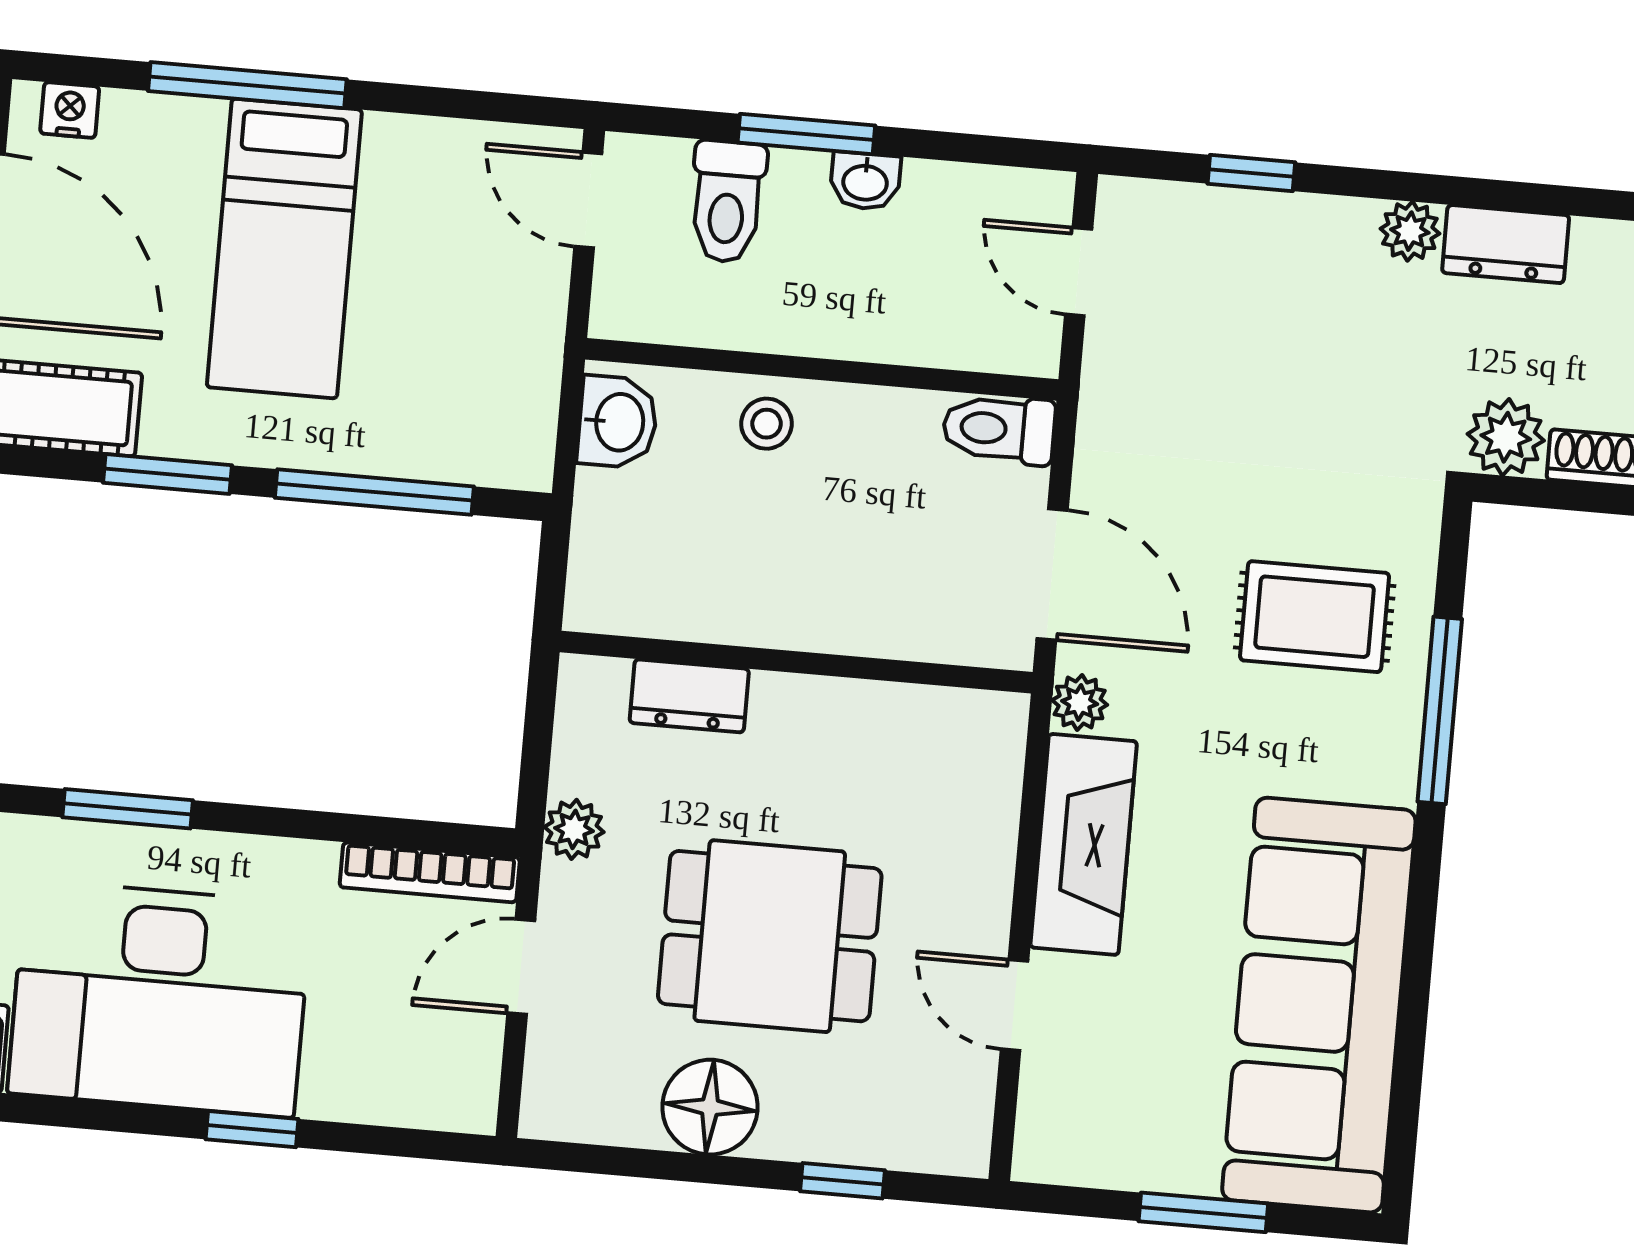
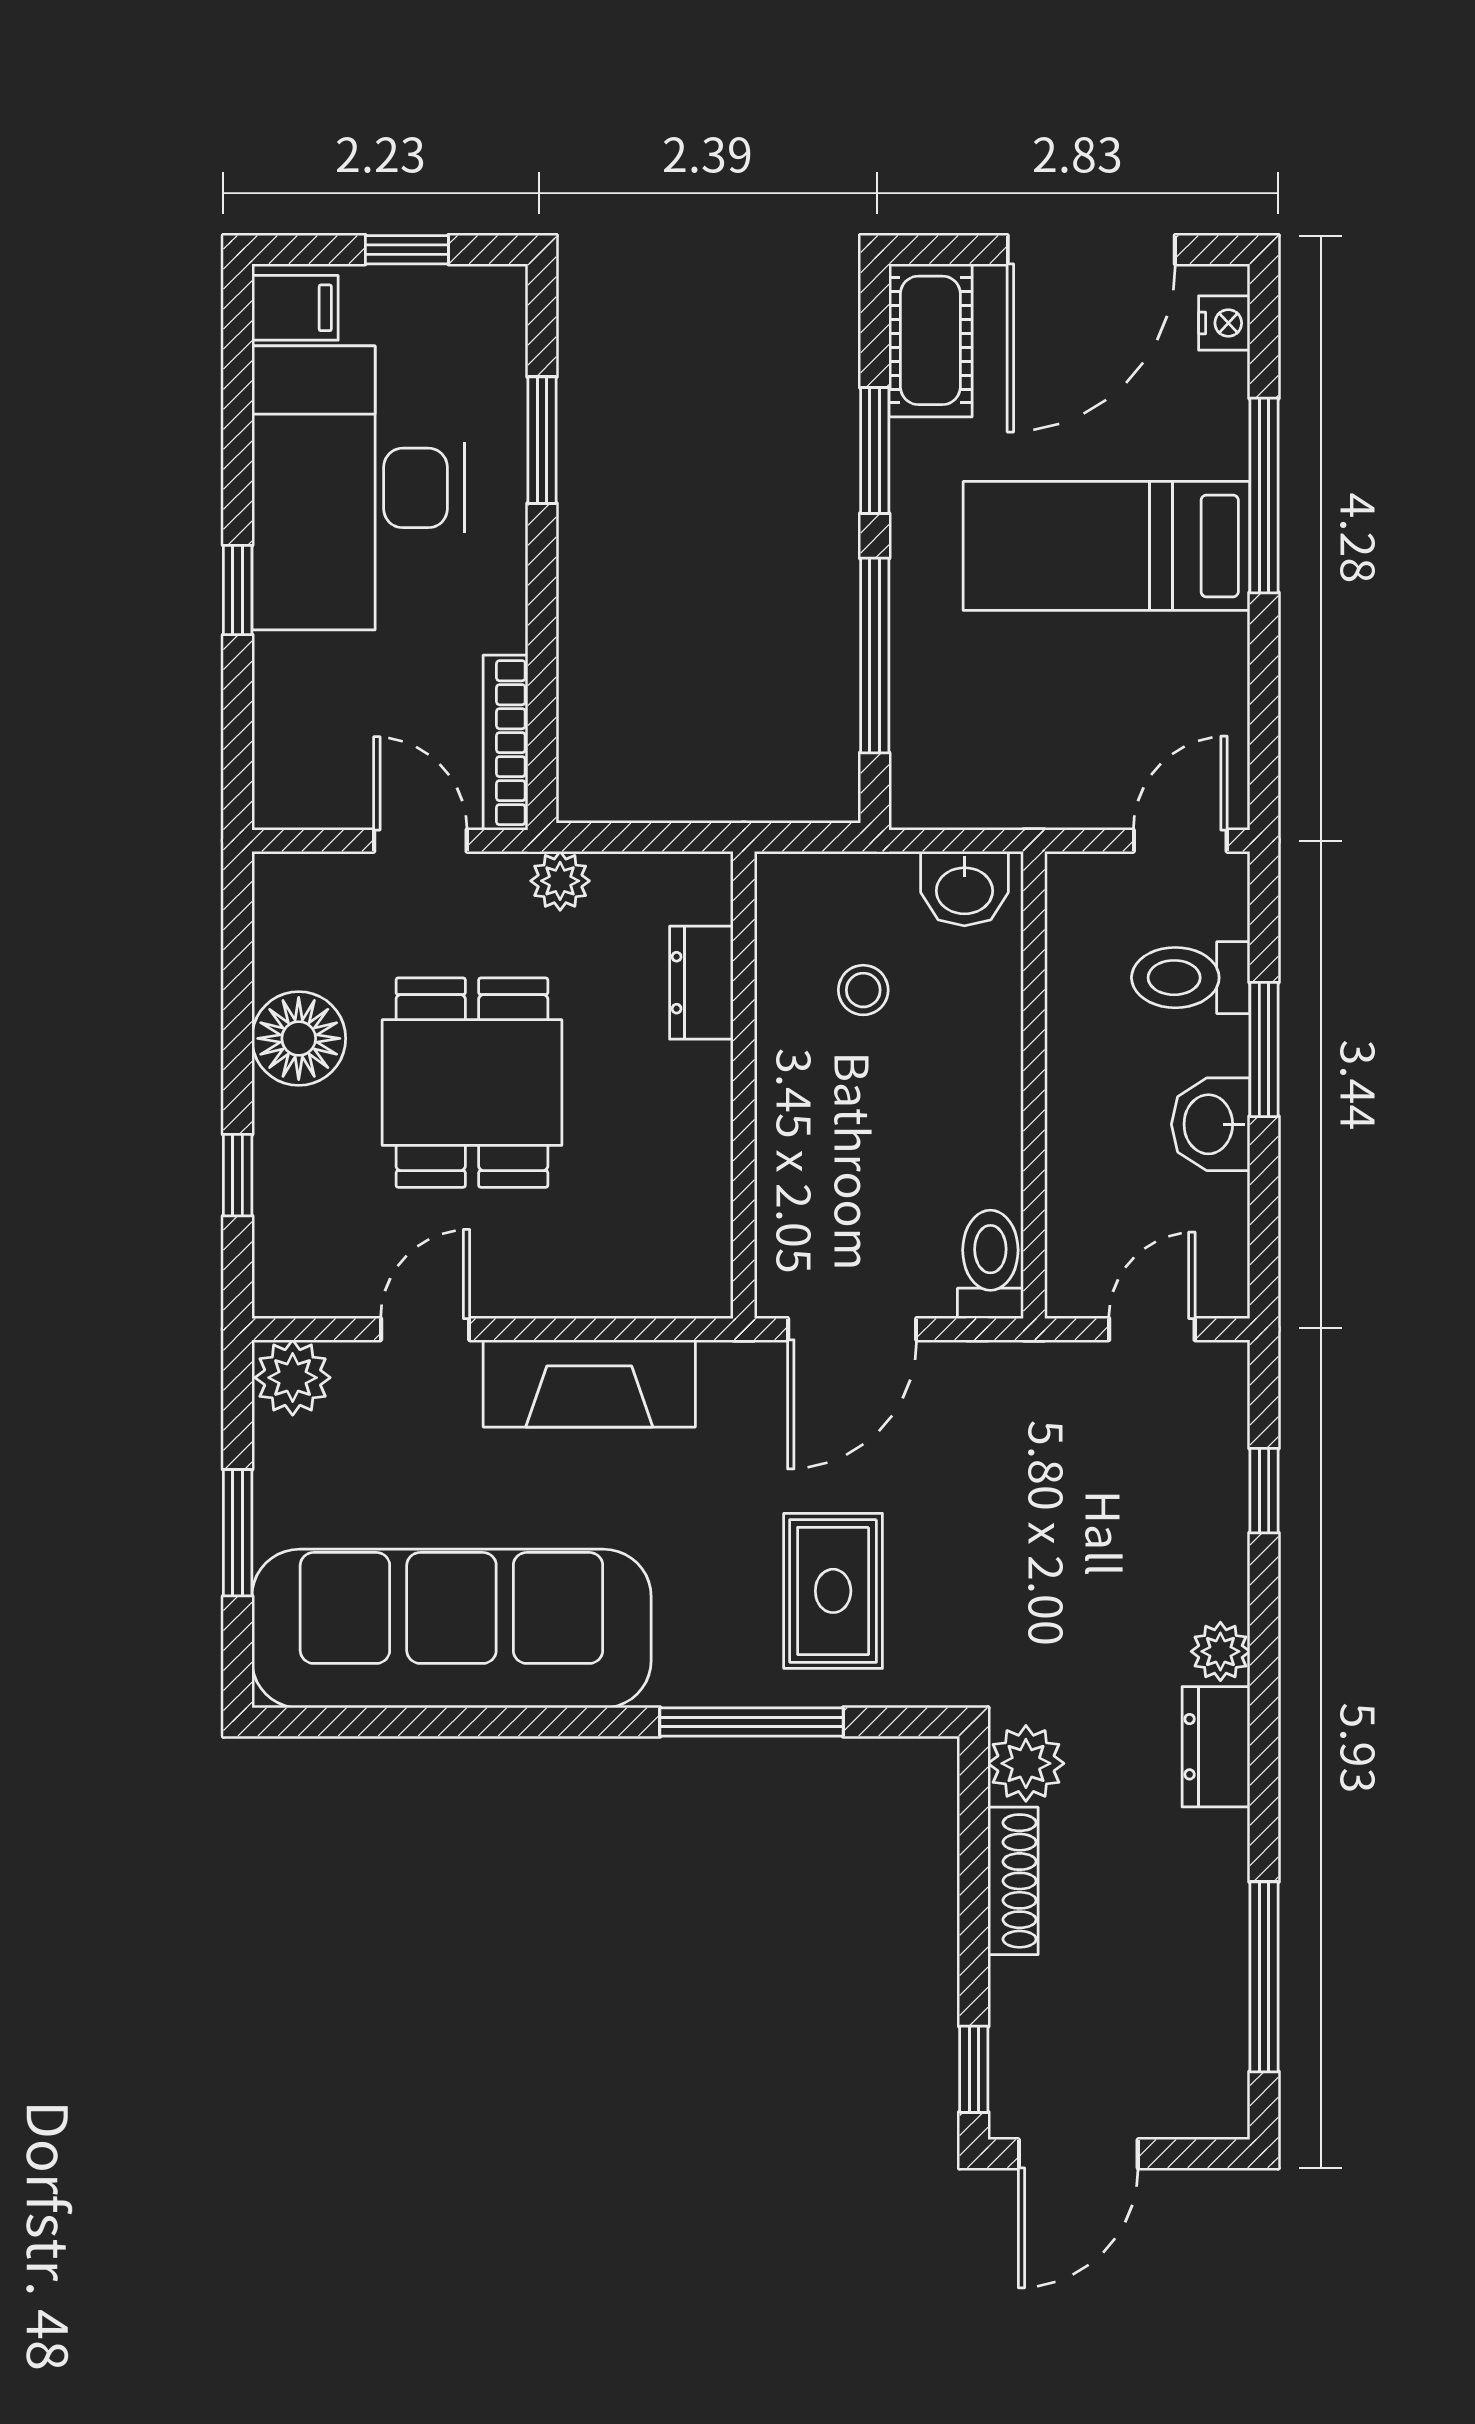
washbasin: (865, 181) -> (1211, 1124), width x1.38, depth x1.45
stool: (767, 424) -> (863, 990), moved
plant: (1080, 702) -> (293, 1378), moved, width x1.38, depth x1.38

